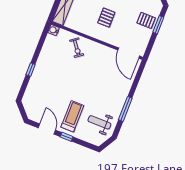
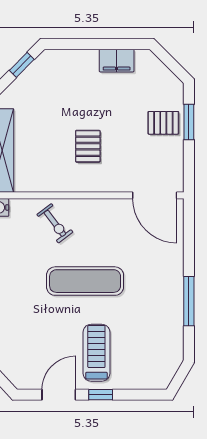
exercise mat: (80, 80) -> (85, 281), added
weight bench: (99, 122) -> (151, 344), removed
door: (47, 129) -> (59, 395), hinge flipped

